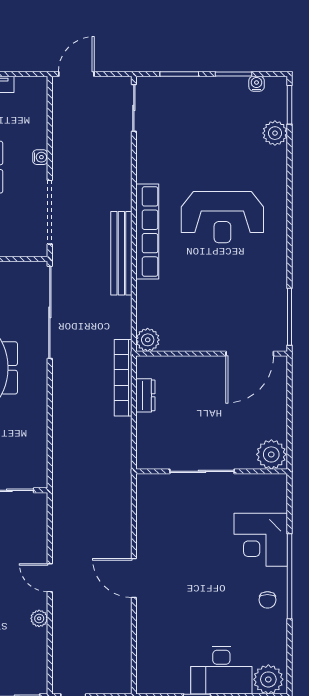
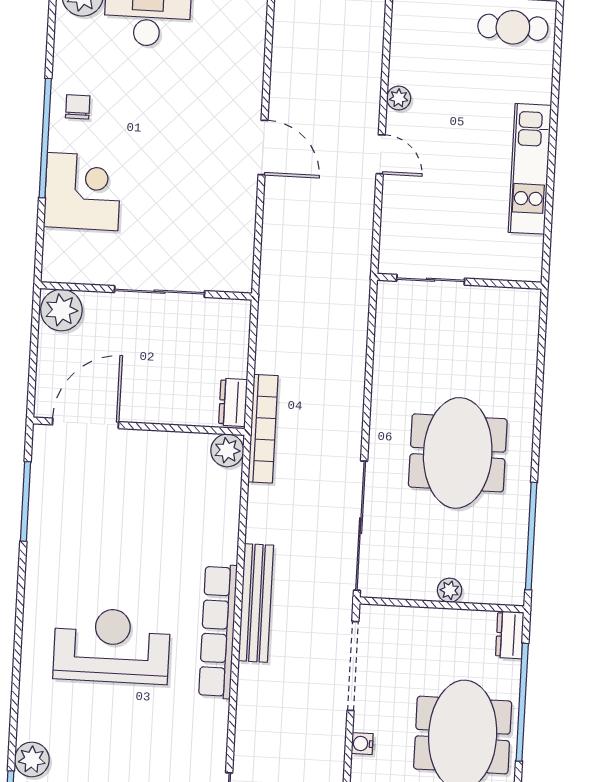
plant: (148, 340) -> (227, 450), moved
wall: (212, 354) -> (139, 426), moved
door: (250, 354) -> (86, 423), moved

